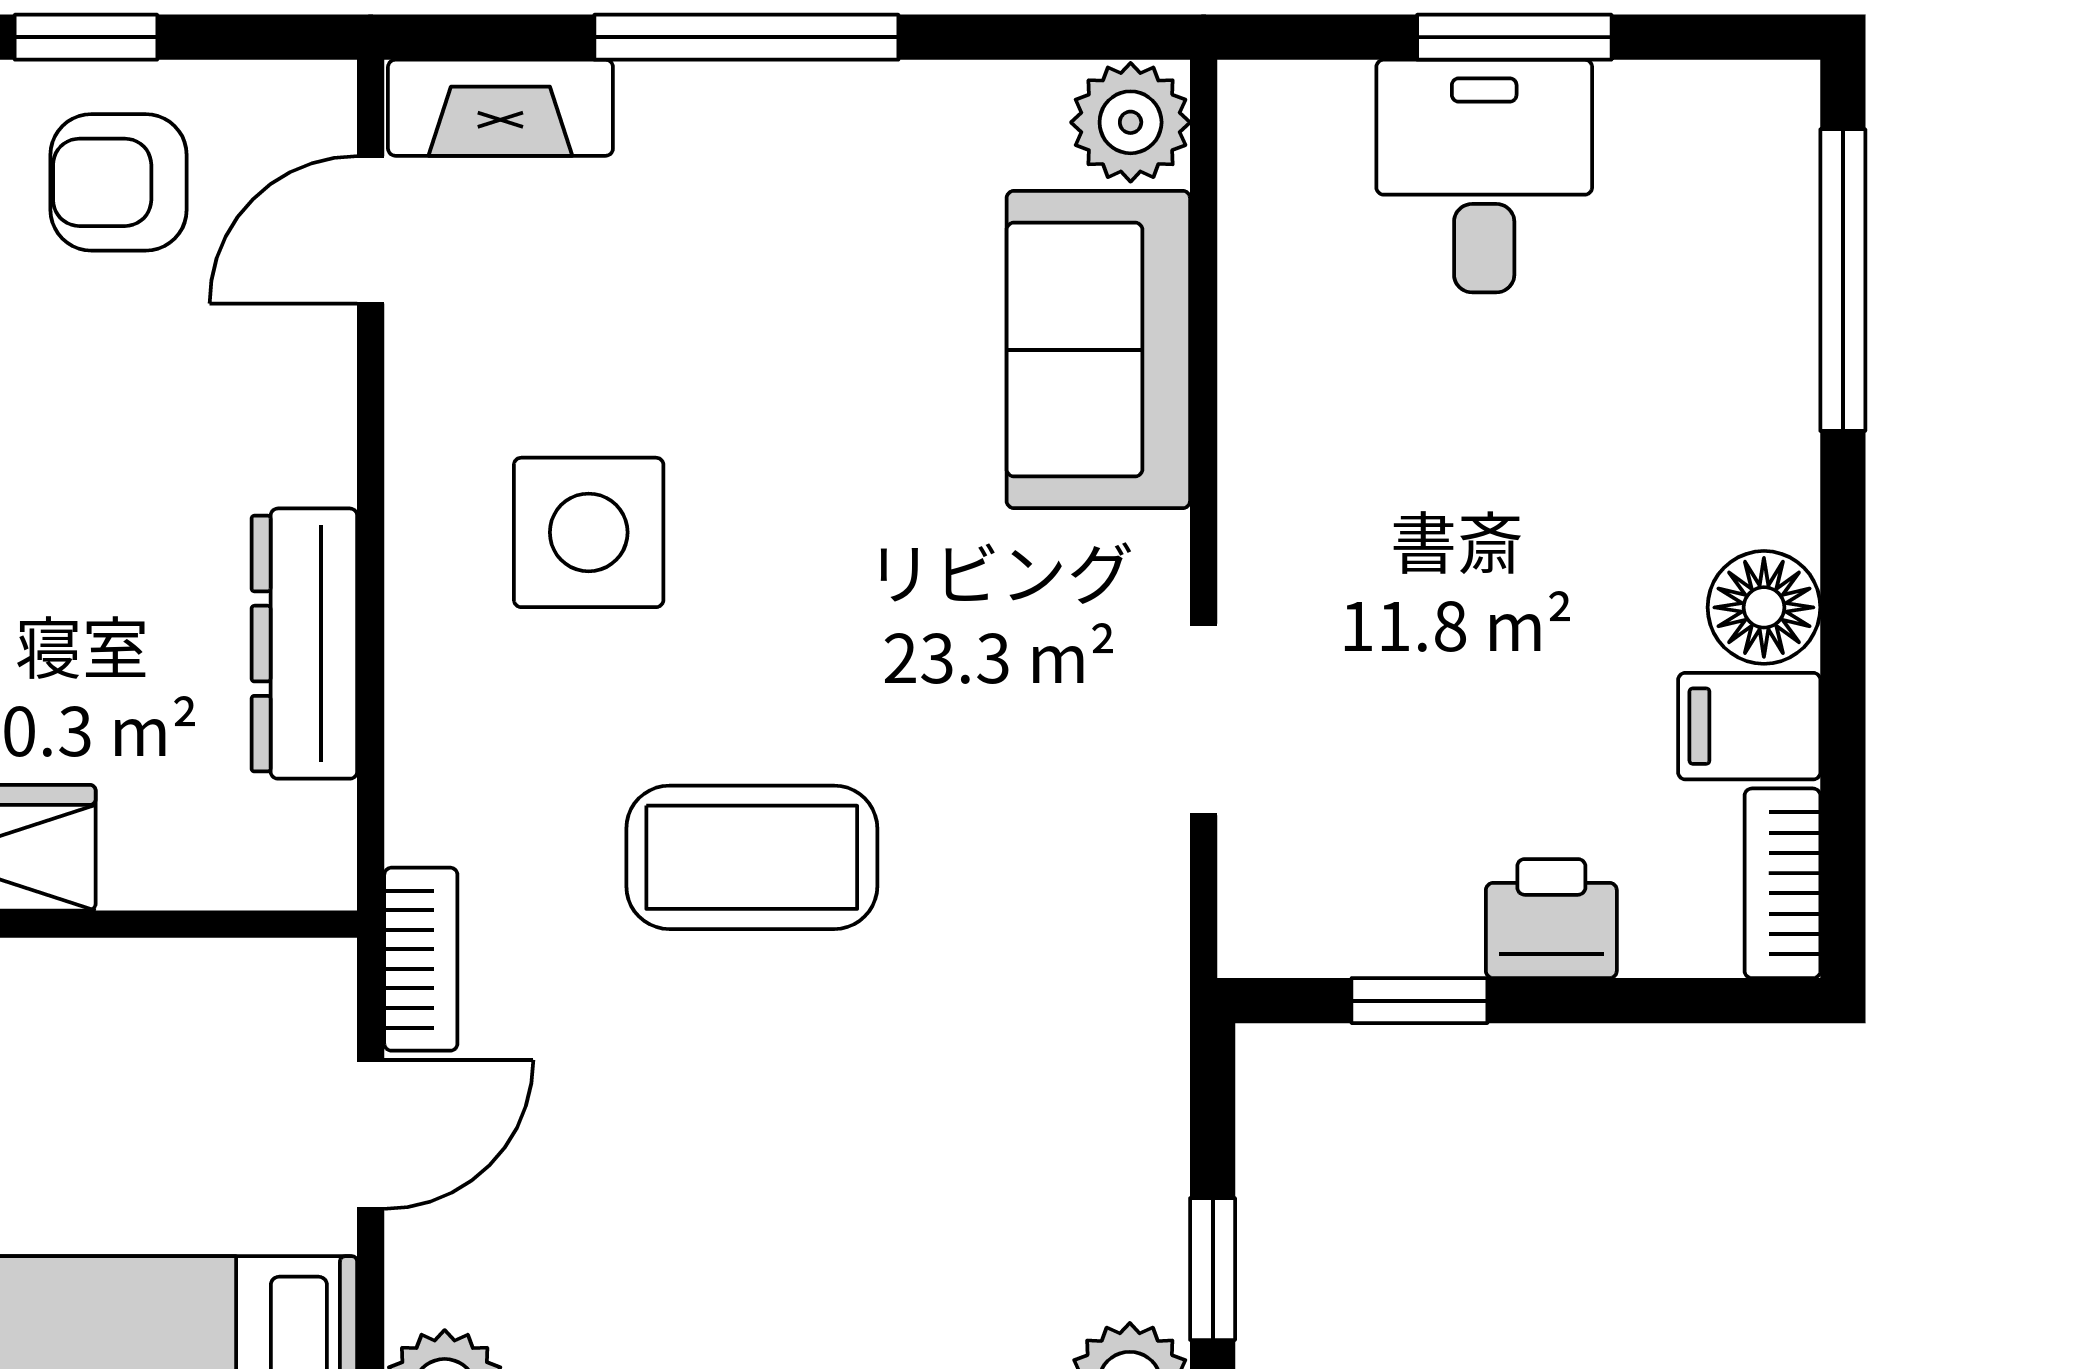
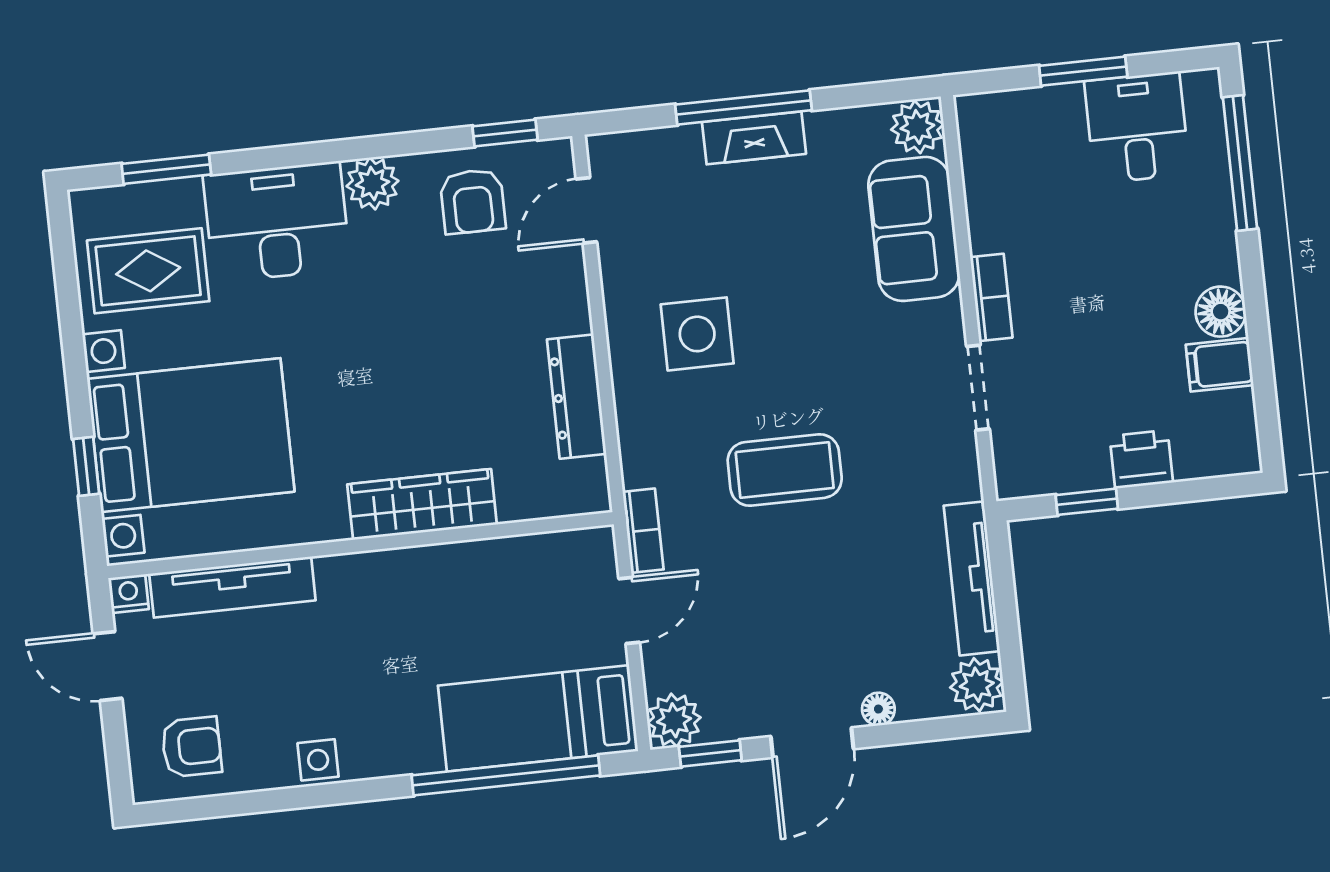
window: (86, 37) -> (505, 133), moved
fireplace: (500, 108) -> (754, 138), moved
desk: (1484, 176) -> (1137, 128), moved
armchair: (119, 182) -> (473, 201), turned -90
bookcase: (1782, 883) -> (991, 297), moved, turned 180
tv unit: (1144, 1145) -> (972, 578), added
window: (1213, 1269) -> (1008, 630), removed

